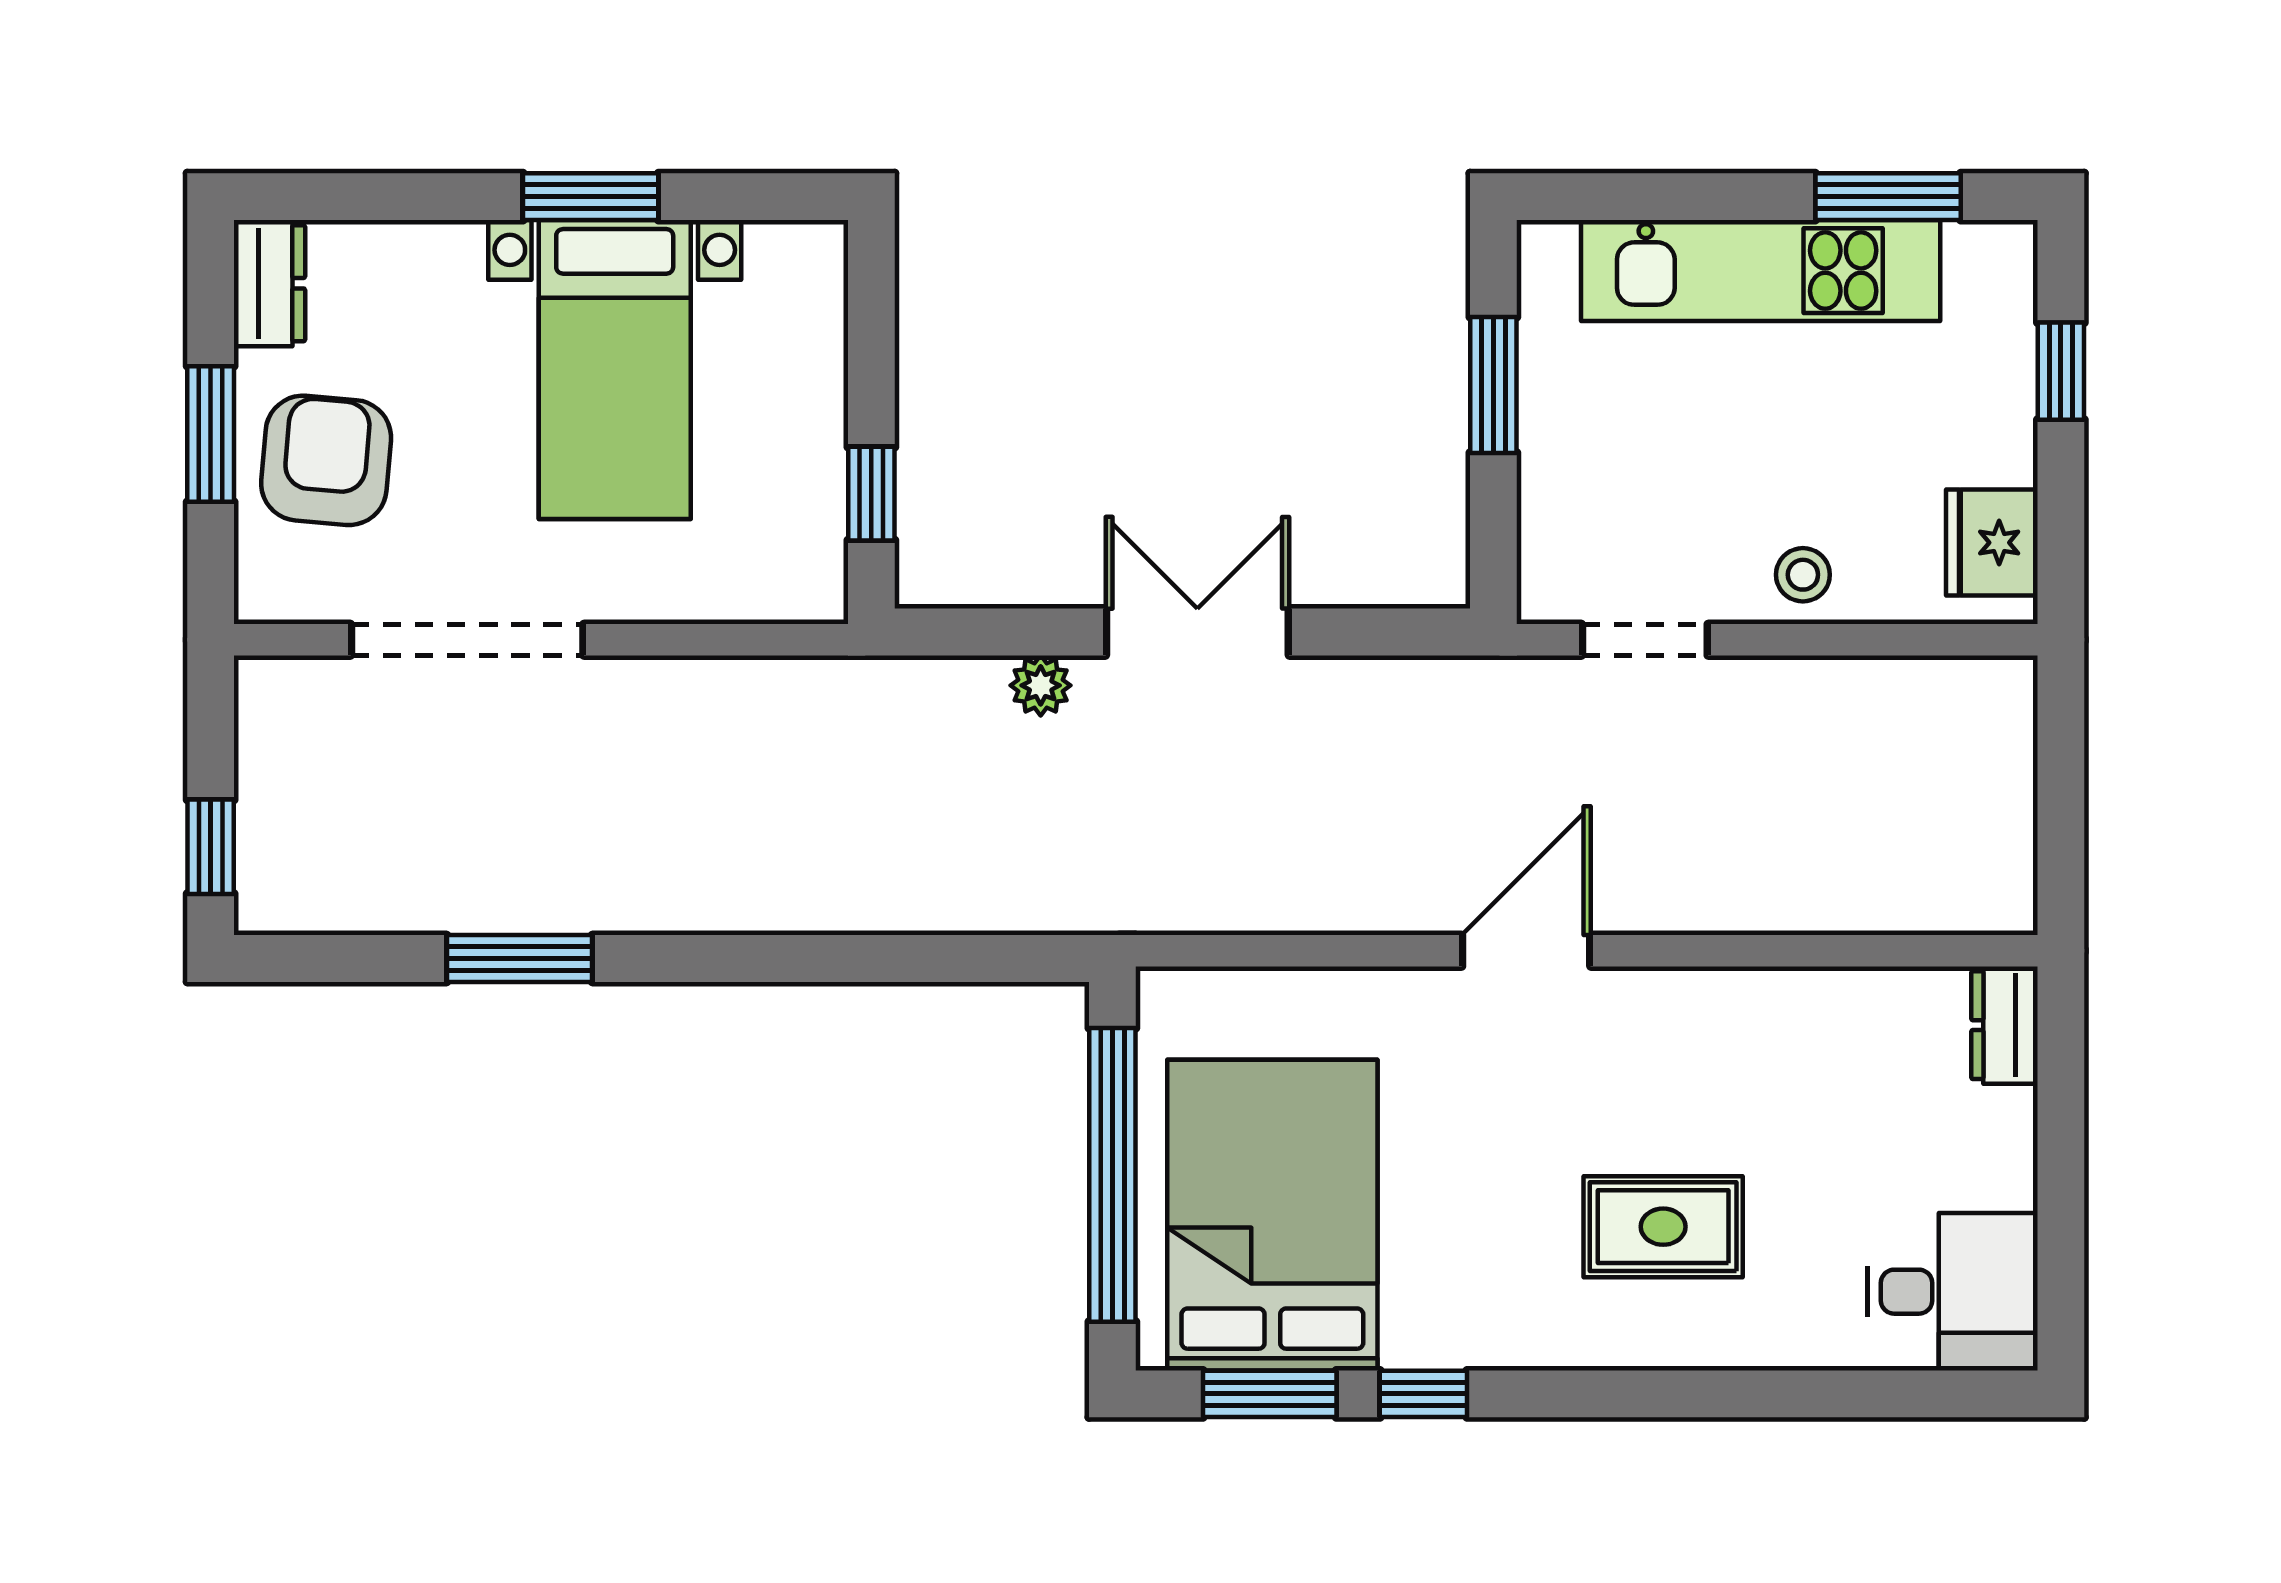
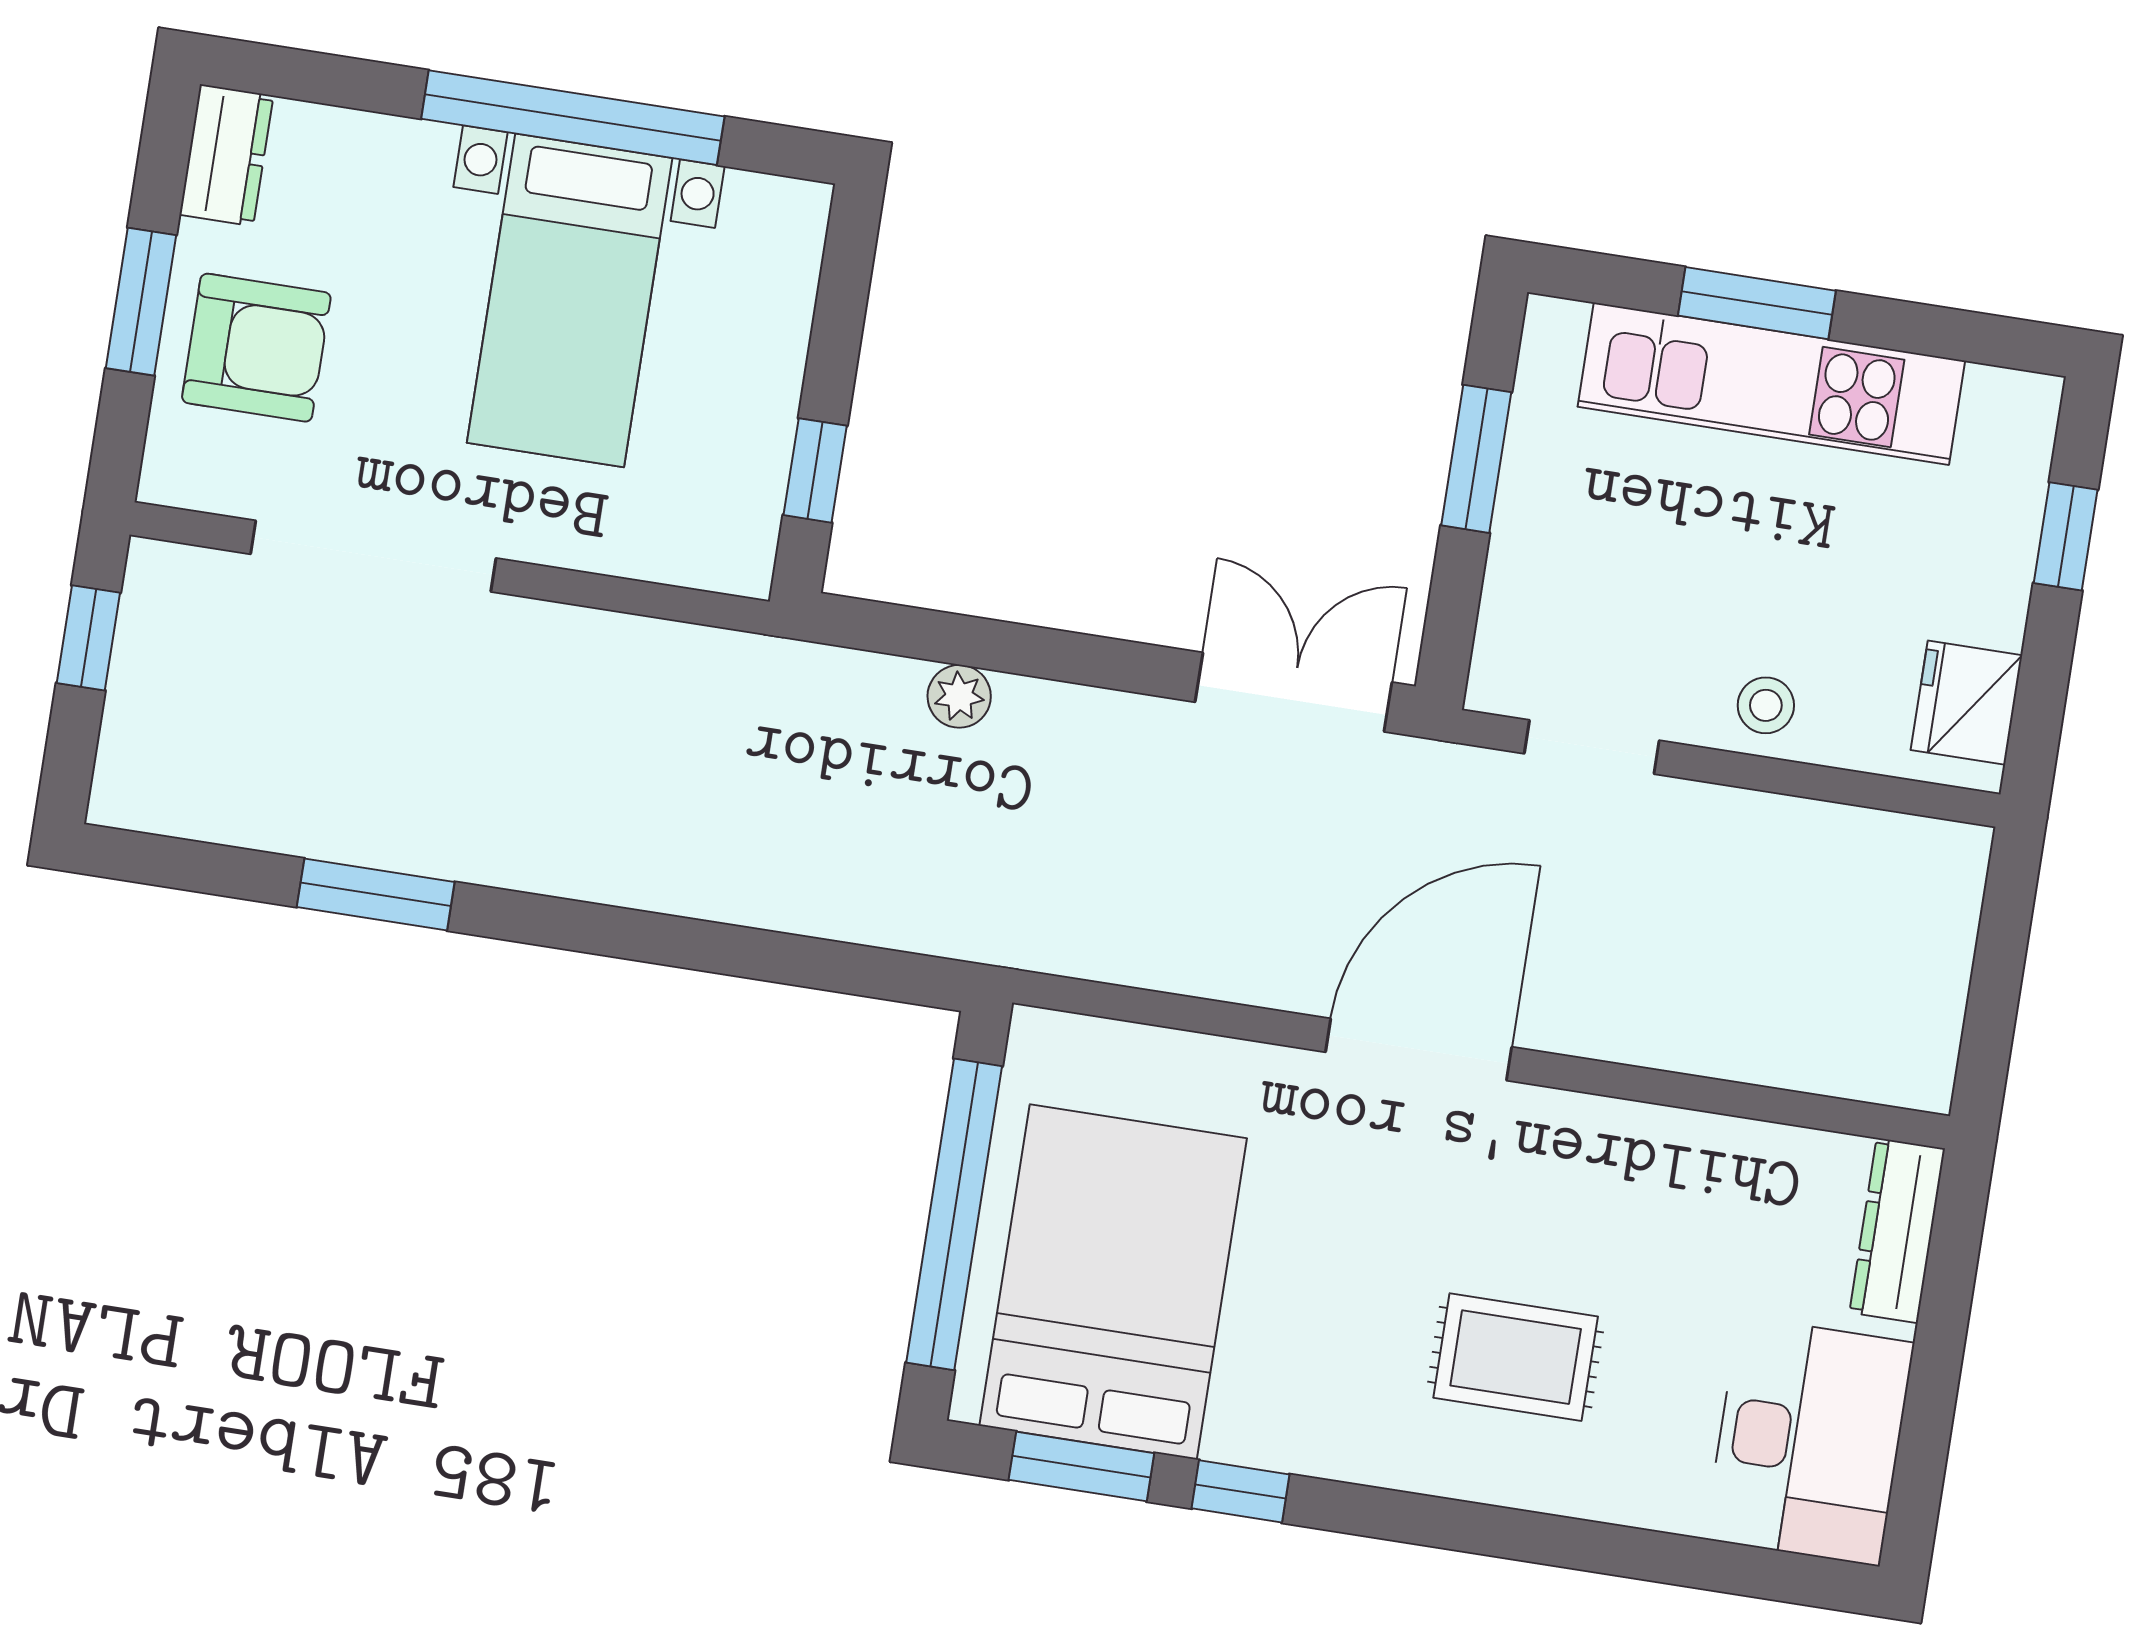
window: (591, 197) -> (573, 118), width x2.11
window: (1888, 197) -> (1757, 303), moved
armchair: (326, 460) -> (256, 348), turned 85
double door: (1197, 632) -> (1294, 692), moved
window: (211, 847) -> (88, 638), moved
door: (1526, 951) -> (1419, 1050), width x1.36
dresser: (2004, 1025) -> (1897, 1231), width x1.44
desk: (1952, 1292) -> (1809, 1441), width x1.37

